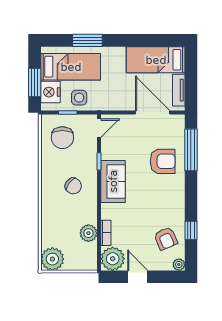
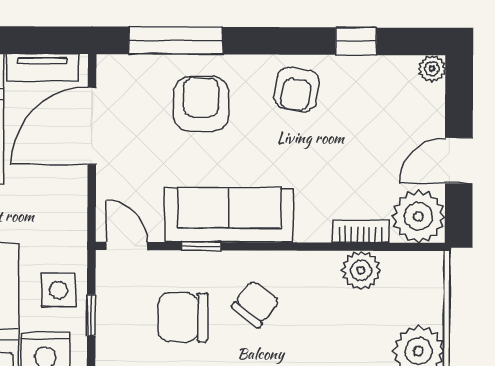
chair: (62, 138) -> (183, 317), moved, turned 180
sofa: (113, 181) -> (229, 215), width x1.36
armchair: (166, 238) -> (297, 89), moved, turned 123

